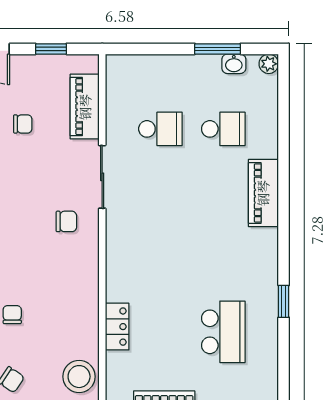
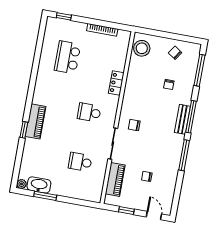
washbasin: (234, 64) -> (39, 185), width x1.91, depth x1.45
school desk: (223, 129) -> (89, 112), moved
window: (284, 301) -> (24, 130), moved
locker: (117, 327) -> (116, 83), moved

